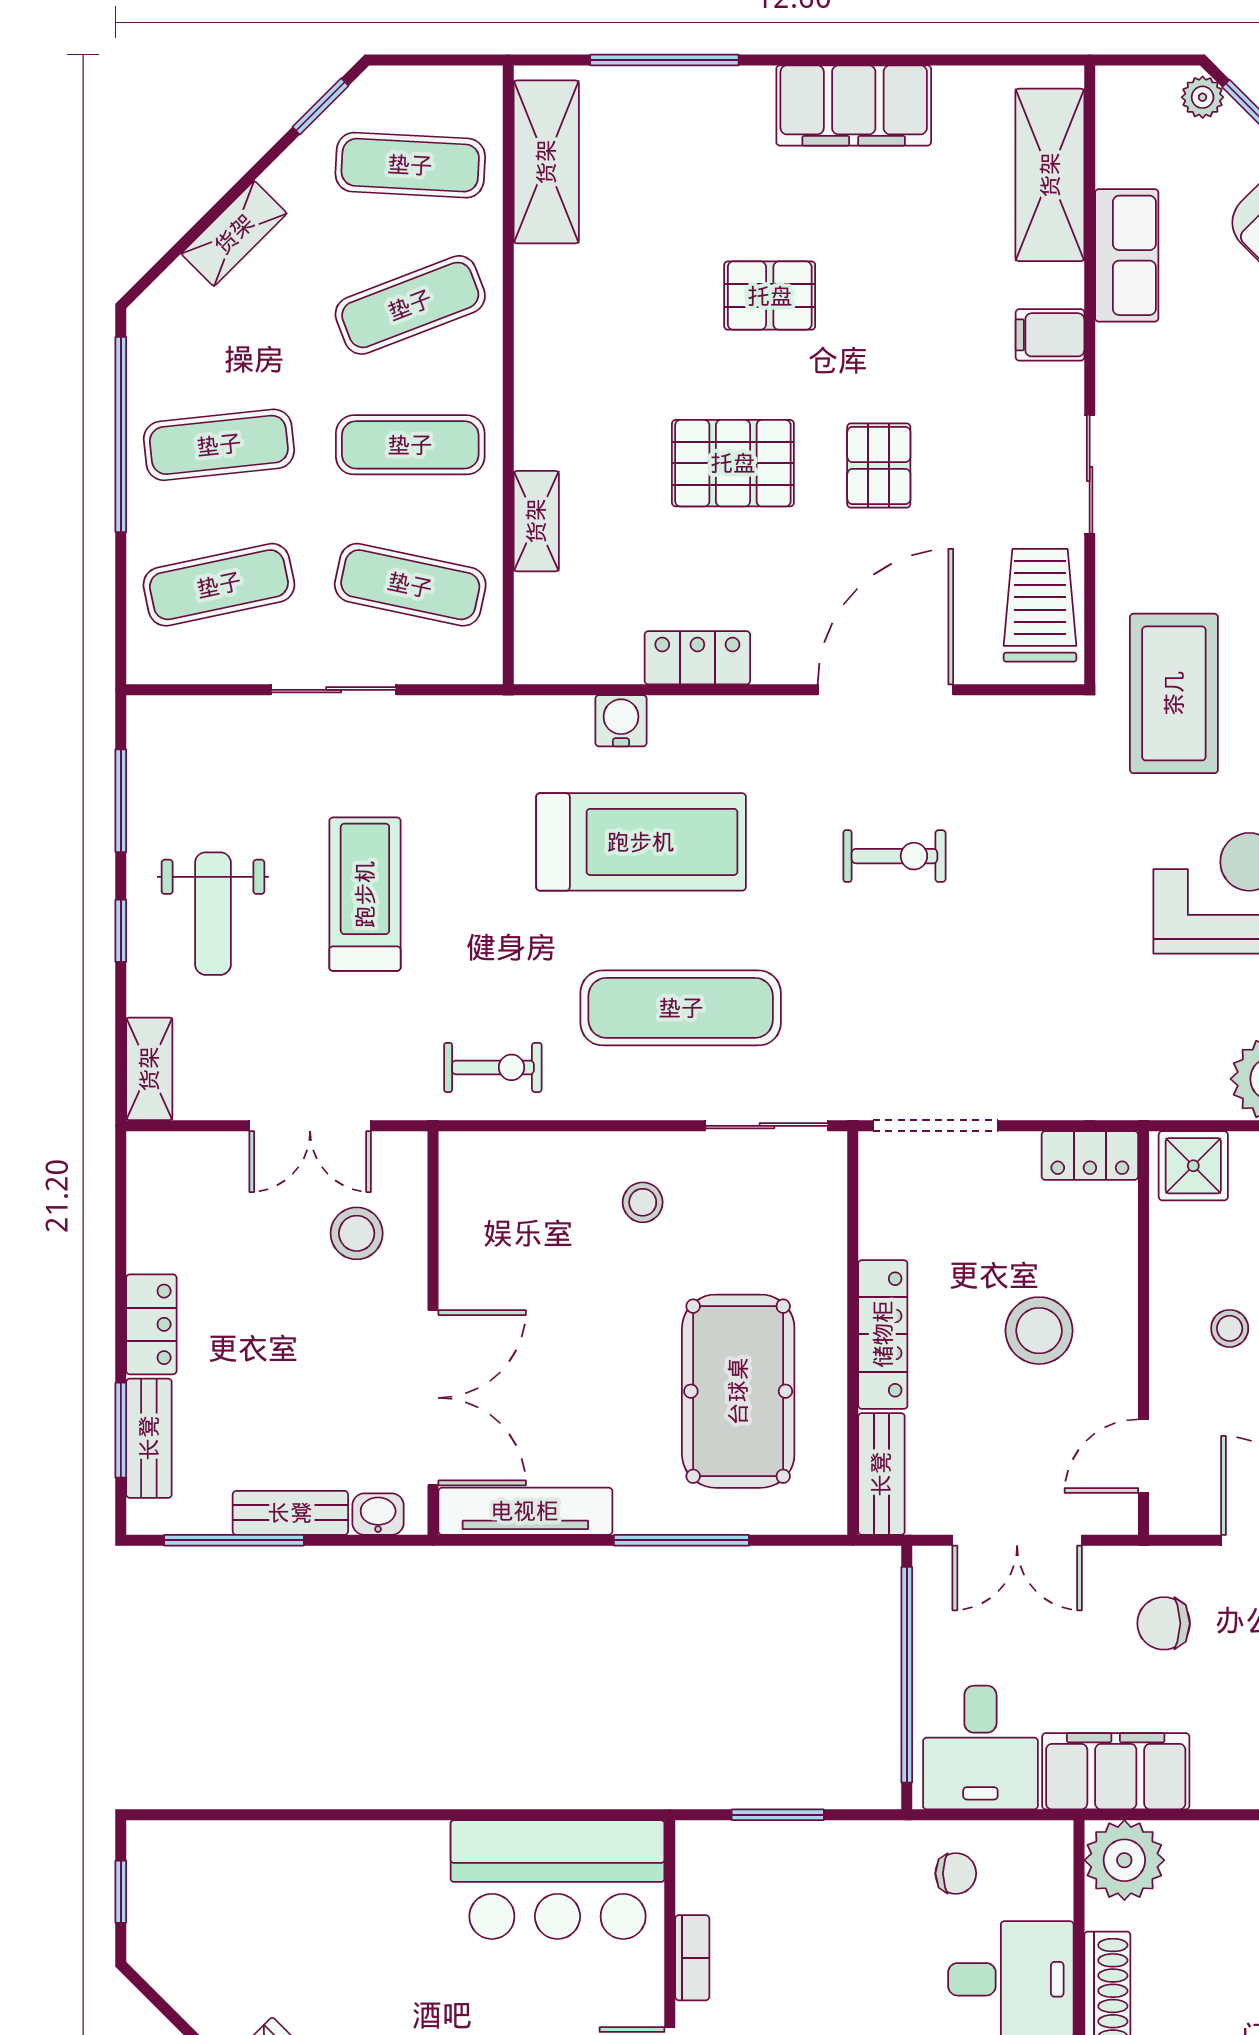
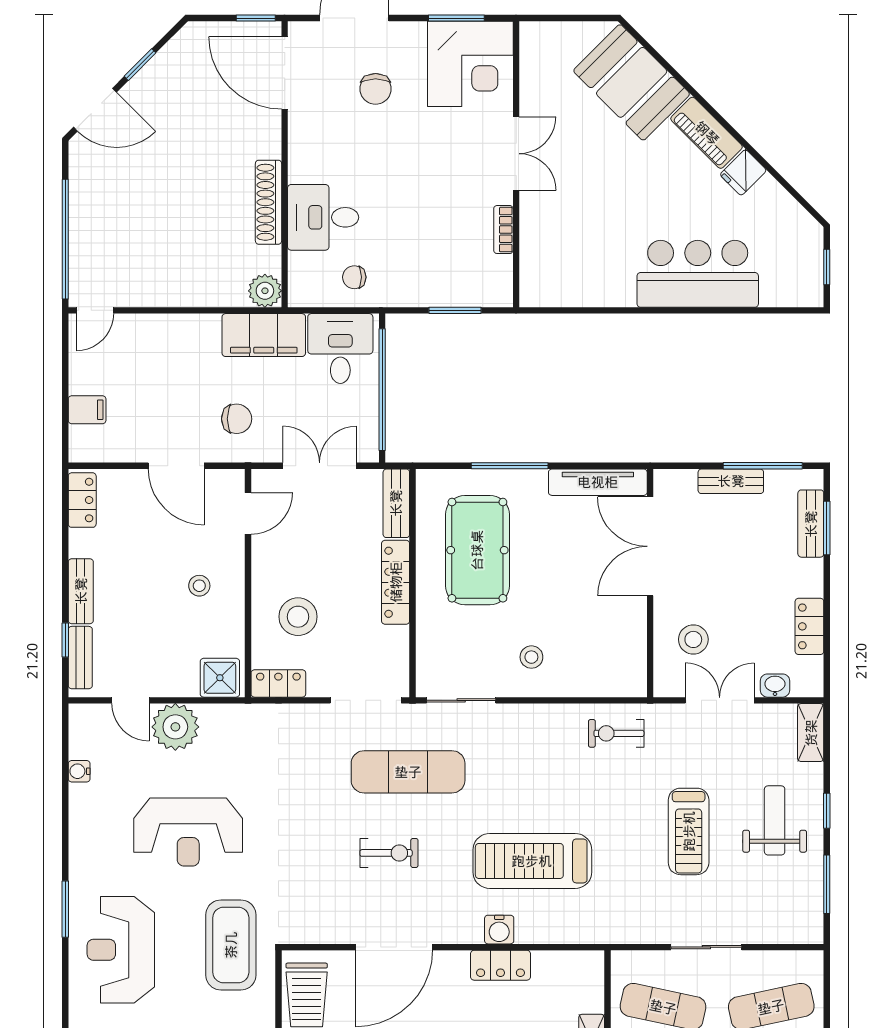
water cooler: (621, 721) -> (499, 930), moved
exercise bike: (894, 856) -> (389, 853), turned 180
exercise mat: (681, 1008) -> (408, 772), moved
locker: (151, 1324) -> (809, 626), moved
stool: (1039, 1331) -> (298, 617), moved
washbasin: (378, 1514) -> (775, 686), moved, turned 180
plant: (1124, 1860) -> (265, 291), width x0.73, depth x0.73
bar counter: (557, 1880) -> (698, 274), moved

